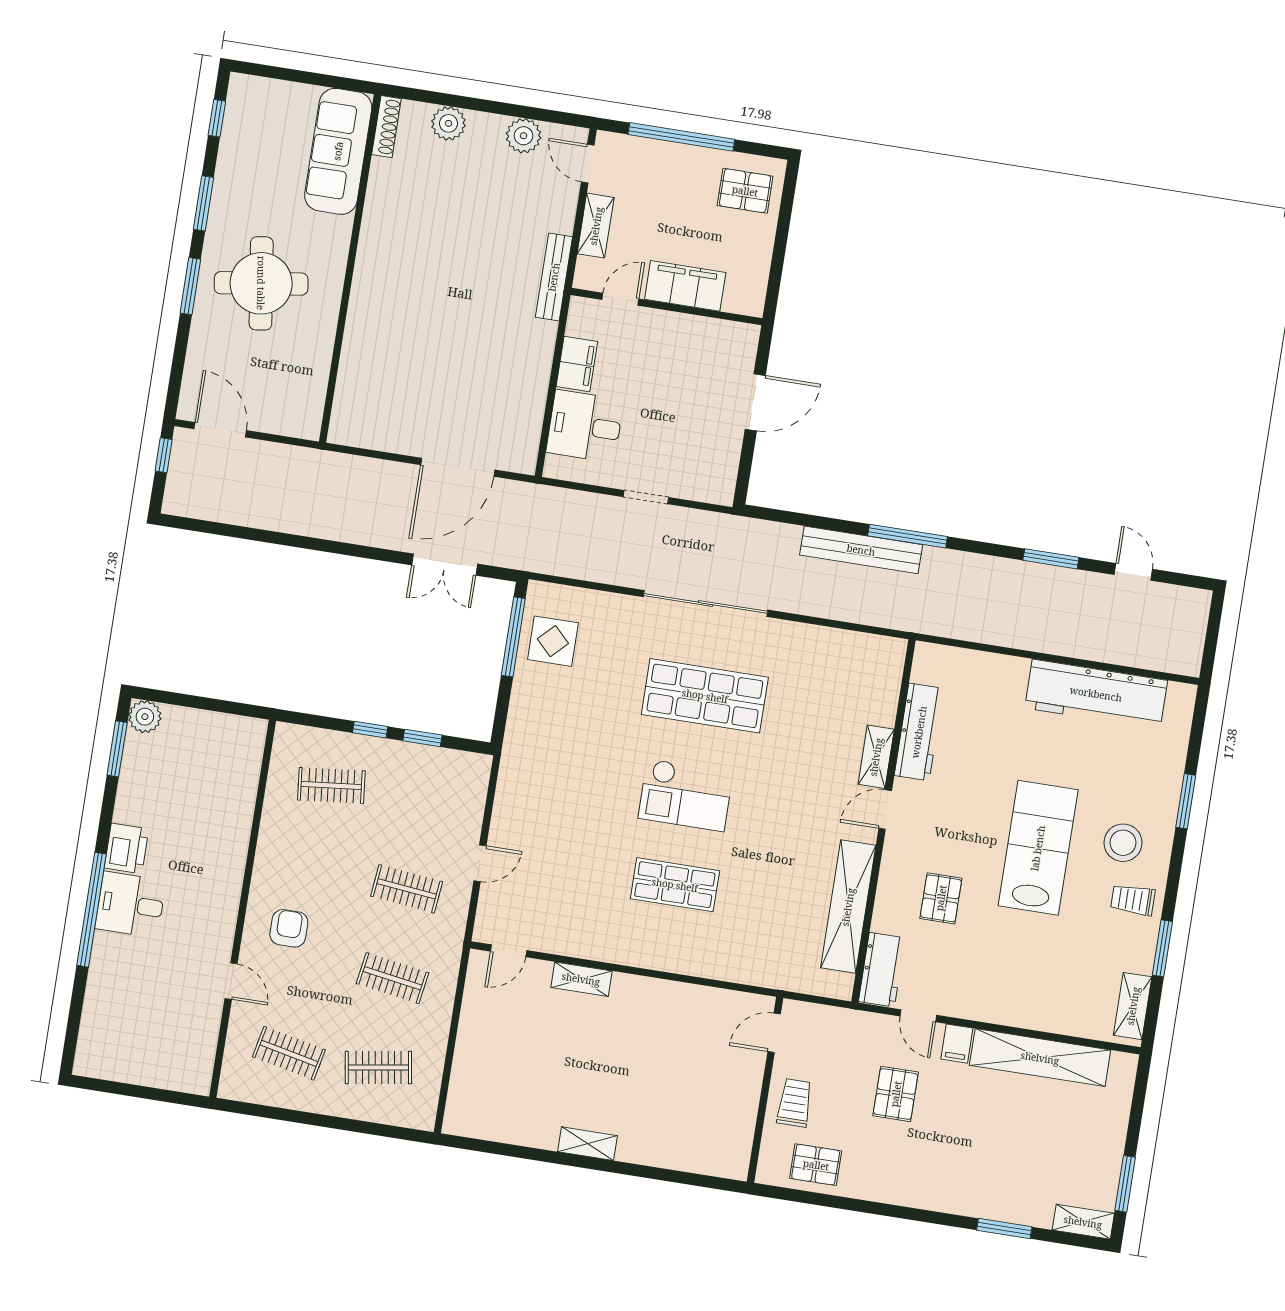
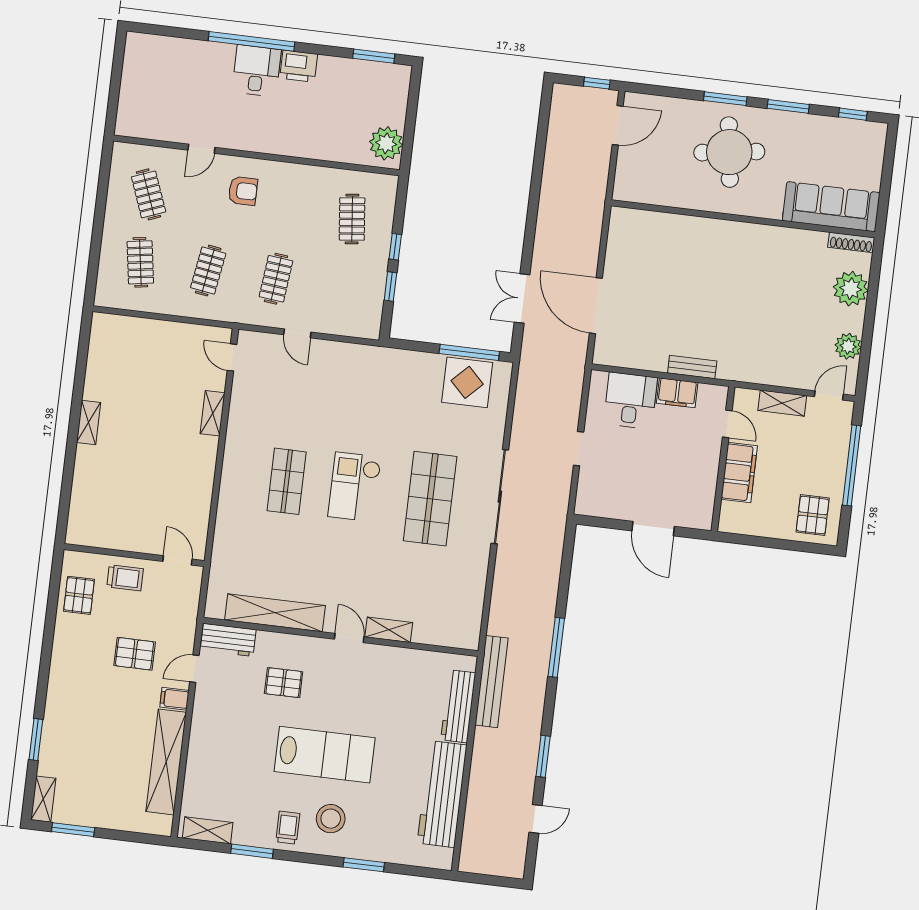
plant: (449, 123) -> (851, 289), width x1.36, depth x1.36
bench: (554, 277) -> (692, 367), moved, width x0.73
bench: (861, 550) -> (492, 682), moved
display table: (553, 641) -> (467, 382), width x1.36, depth x1.36
plant: (145, 717) -> (386, 143), moved, width x1.36, depth x1.36
workbench: (919, 732) -> (458, 706), moved, turned 90
clothes rail: (289, 1053) -> (149, 194), turned -33

